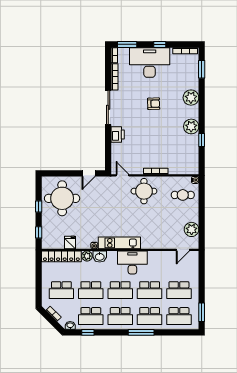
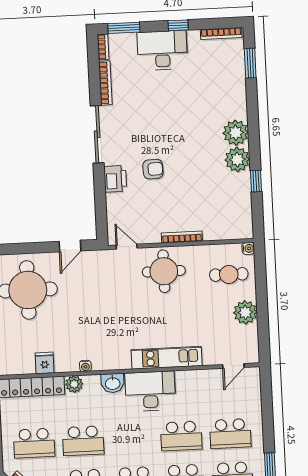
desk: (150, 62) -> (162, 50), width x0.73, depth x0.77
plant: (191, 98) -> (236, 133), moved
armchair: (154, 104) -> (153, 169), moved
plant: (192, 229) -> (245, 312), moved
kitchen unit: (119, 243) -> (167, 358), moved
washbasin: (100, 257) -> (113, 383), moved
school desk: (120, 290) -> (132, 438), removed

